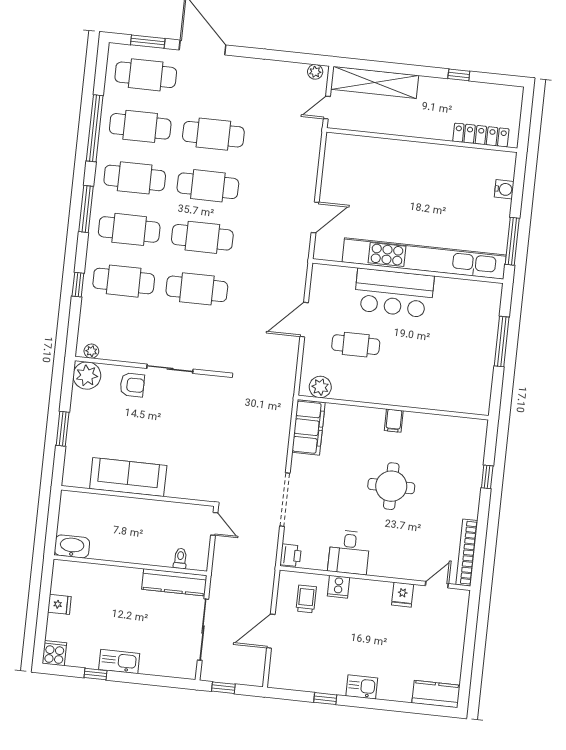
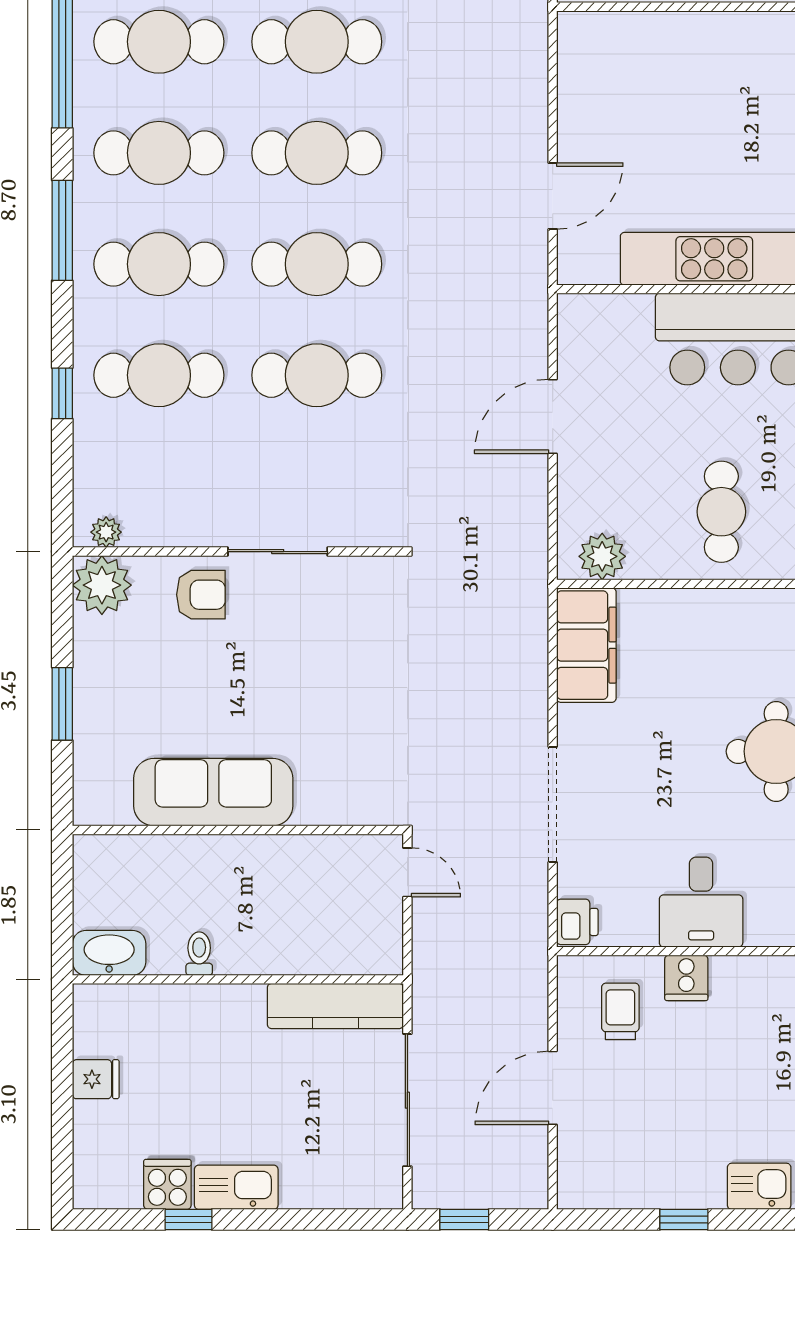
cafe table: (356, 345) -> (721, 512), moved, turned 90
filing cabinet: (394, 421) -> (767, 611), removed
toilet: (180, 558) -> (199, 954), moved
cooker: (54, 653) -> (167, 1184), moved

